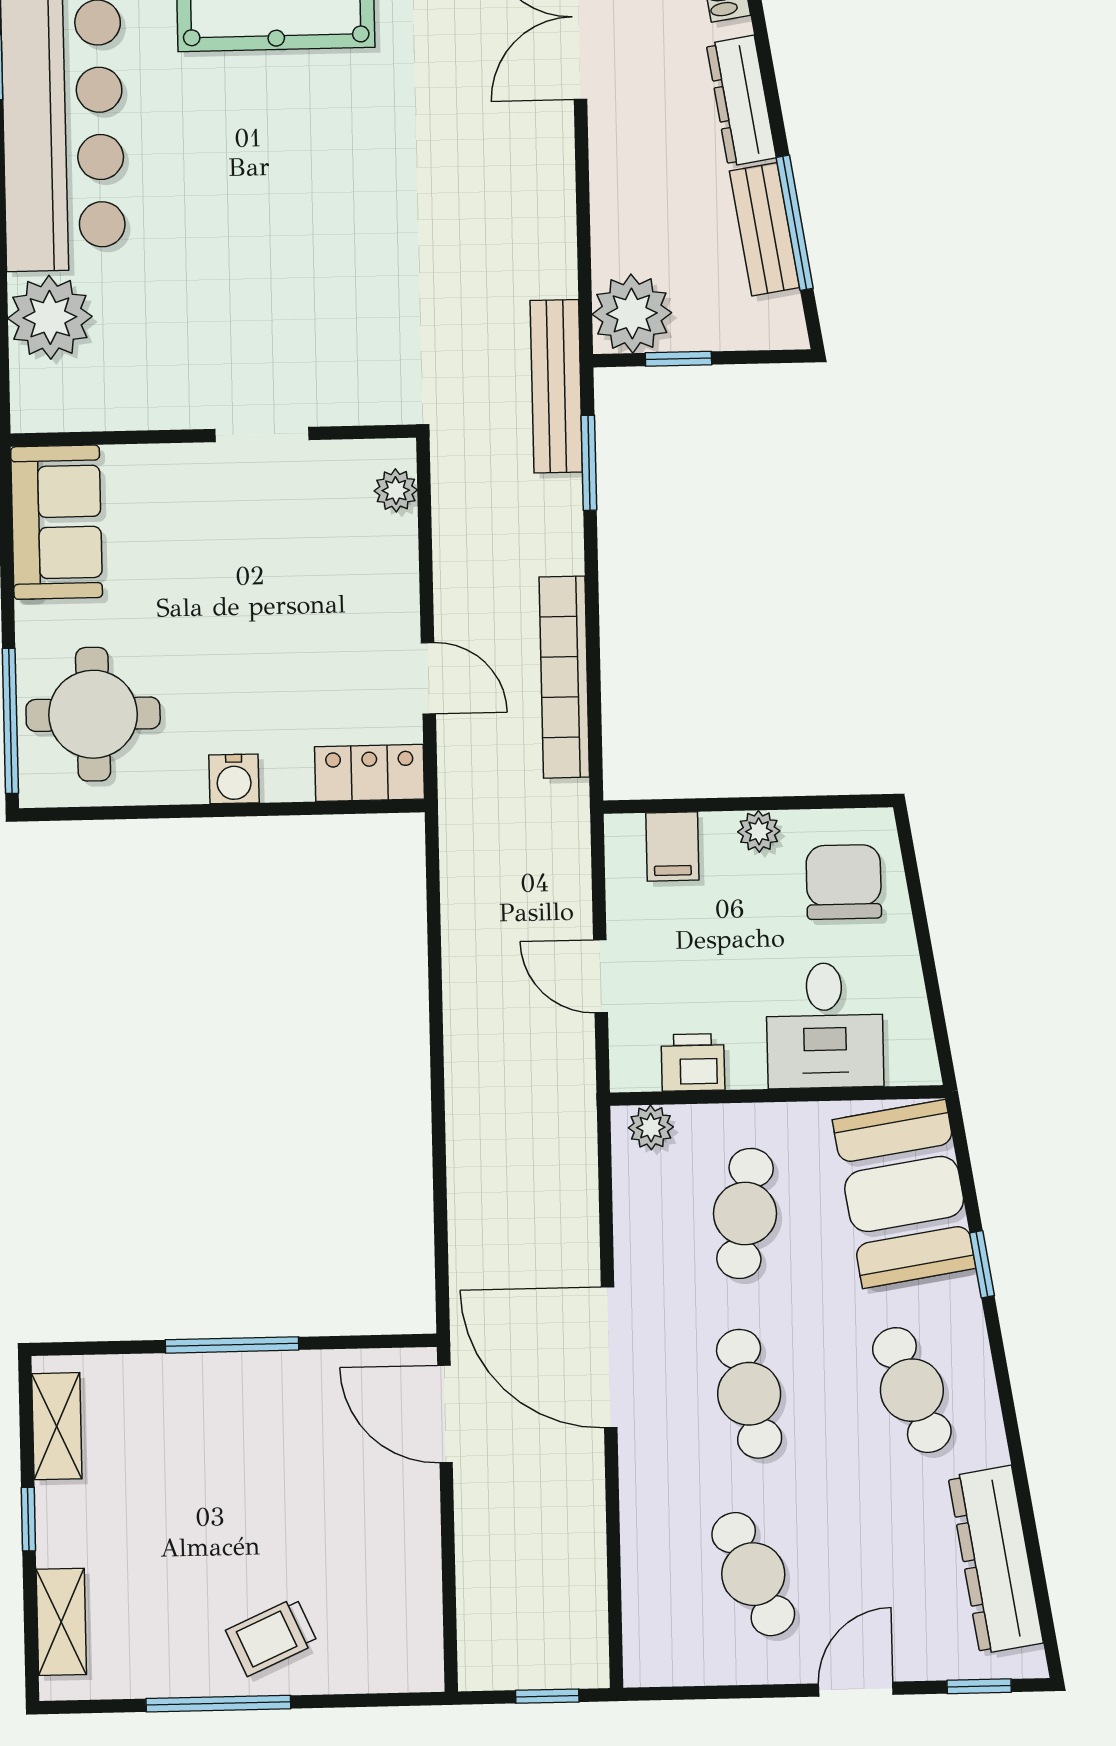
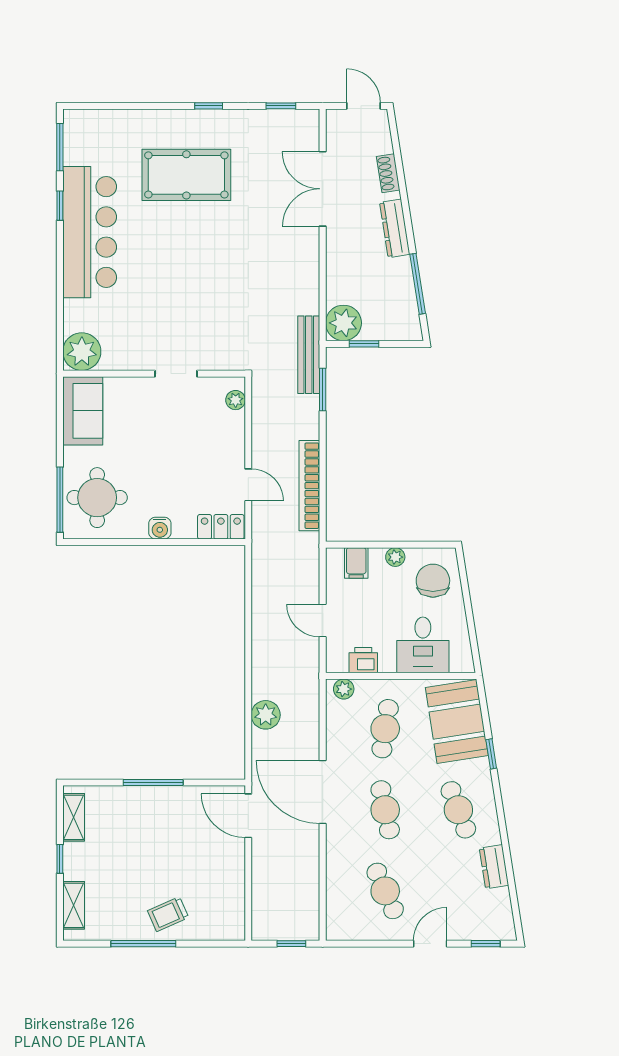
bench: (764, 229) -> (404, 286), removed
plant: (50, 317) -> (82, 352), moved
plant: (479, 1189) -> (266, 715), added
dresser: (996, 1560) -> (494, 867), width x0.51, depth x0.80

